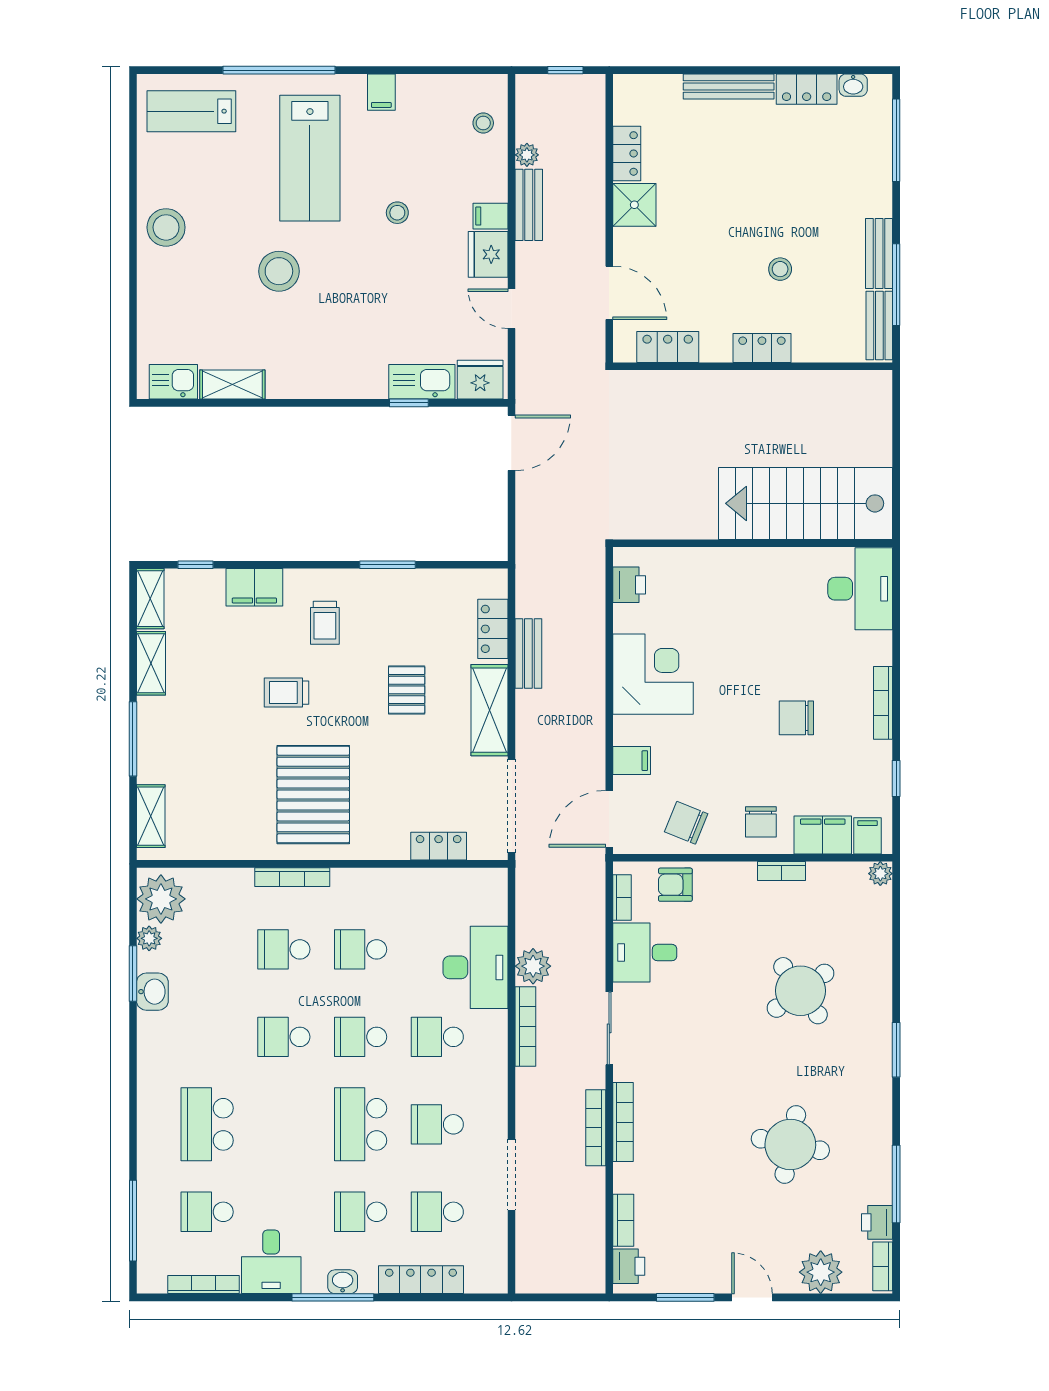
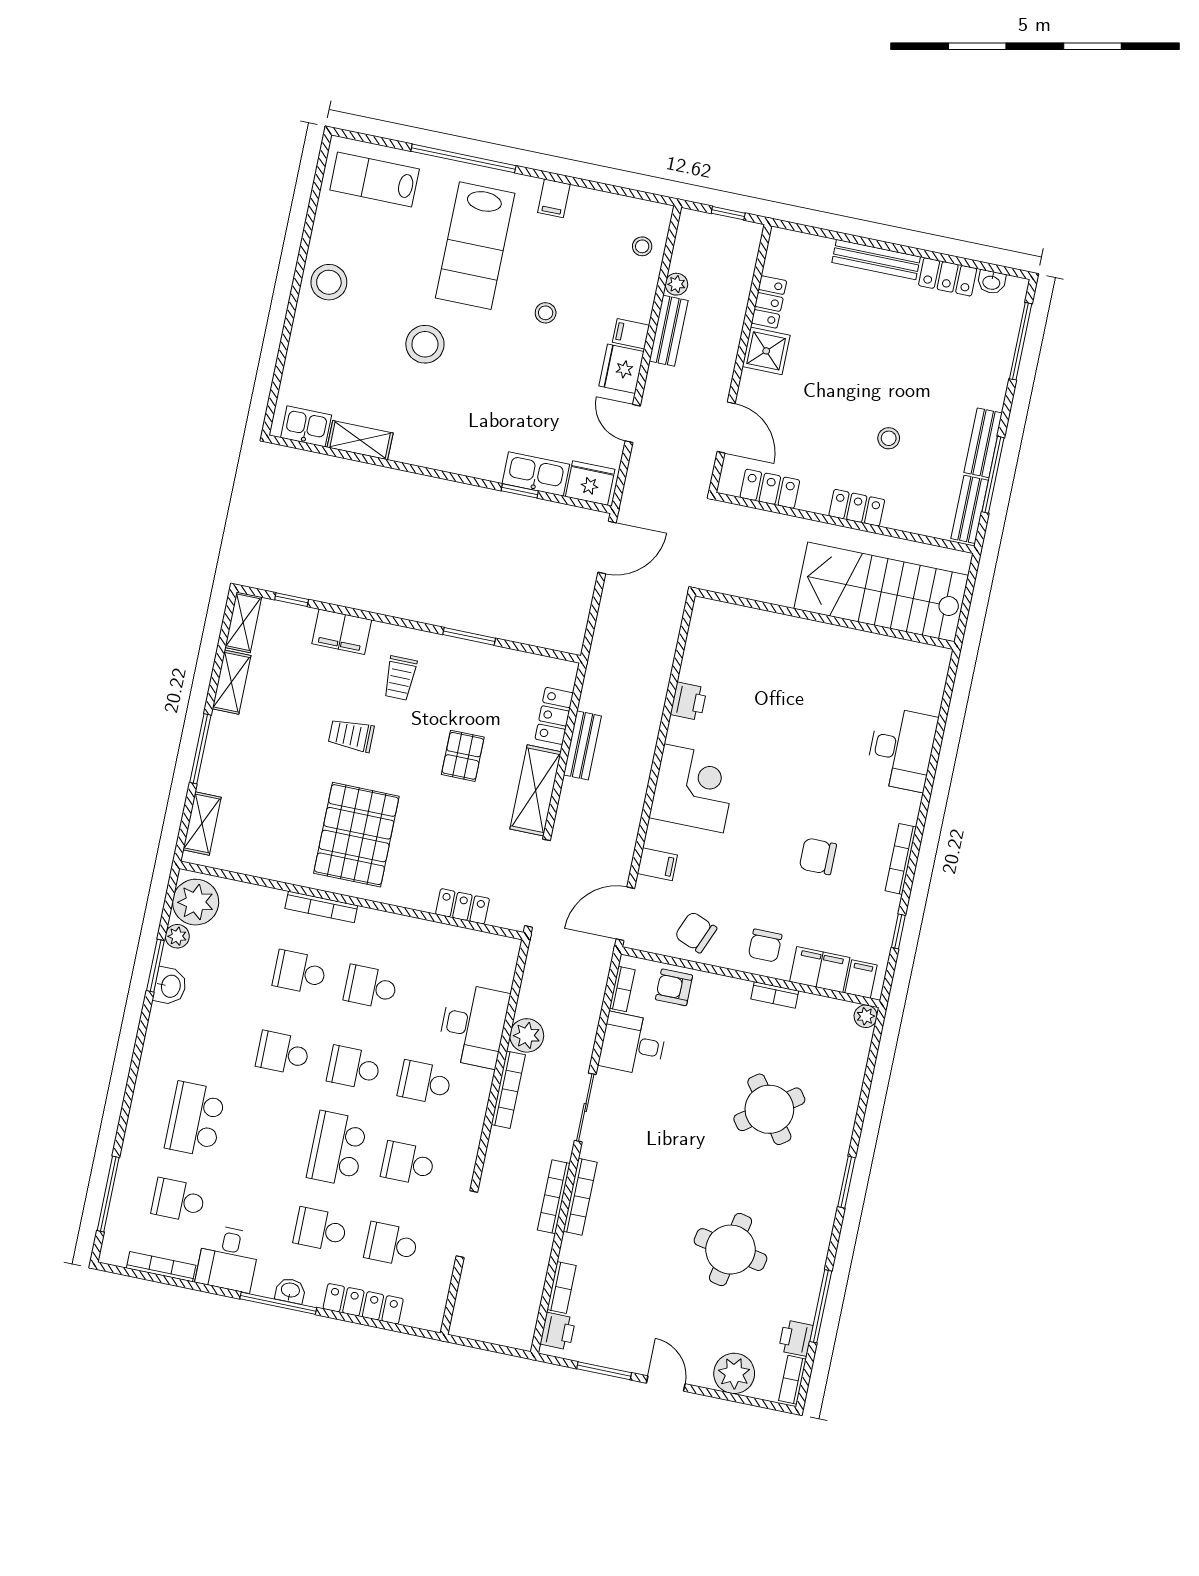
stairs: (805, 503) -> (881, 592), moved
wall: (753, 543) -> (825, 619), moved

